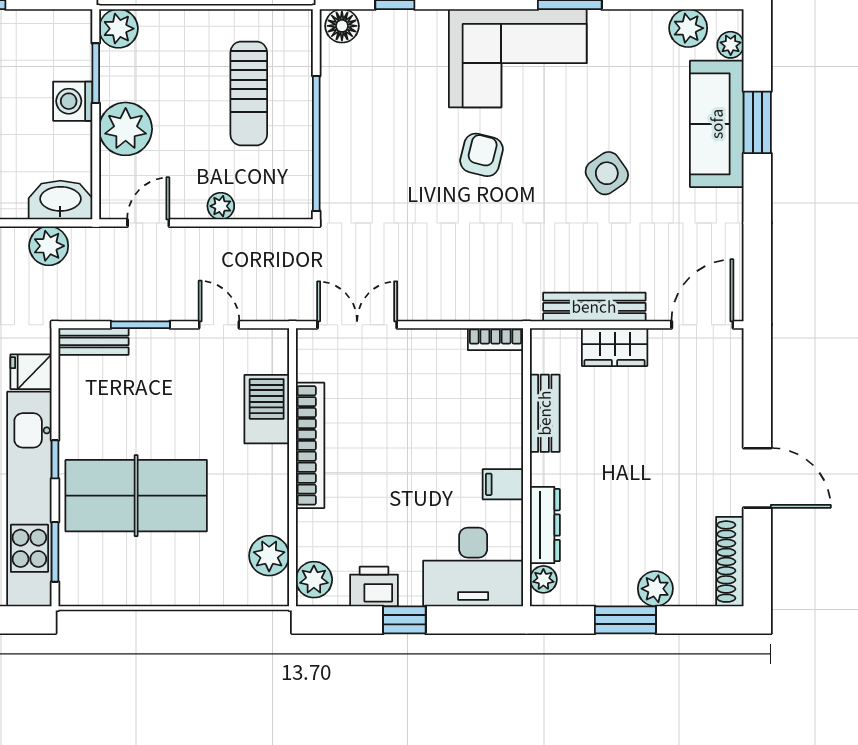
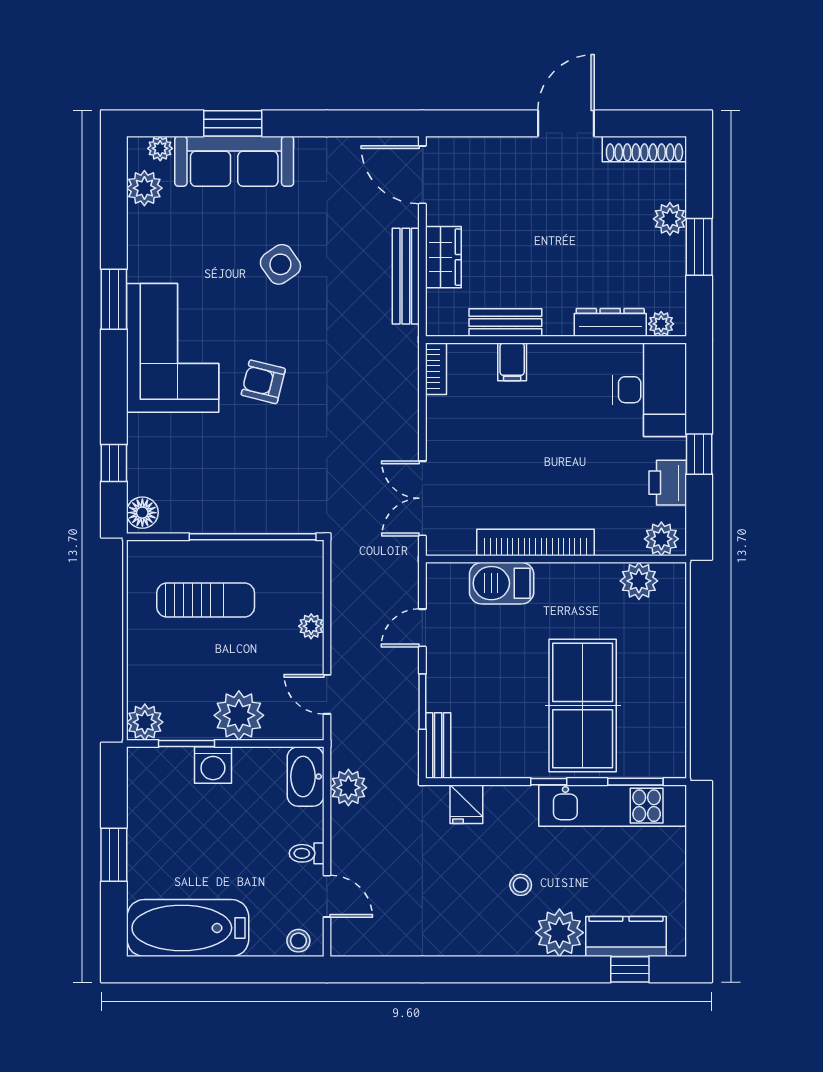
filing cabinet: (503, 484) -> (512, 362), moved
kitchen unit: (29, 499) -> (613, 806), width x0.73

